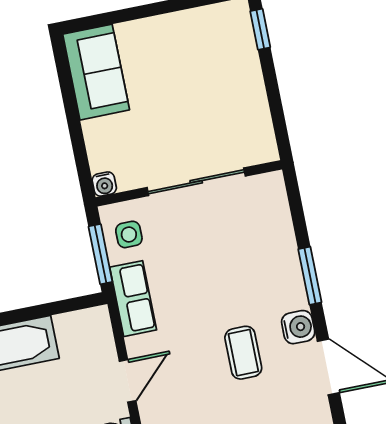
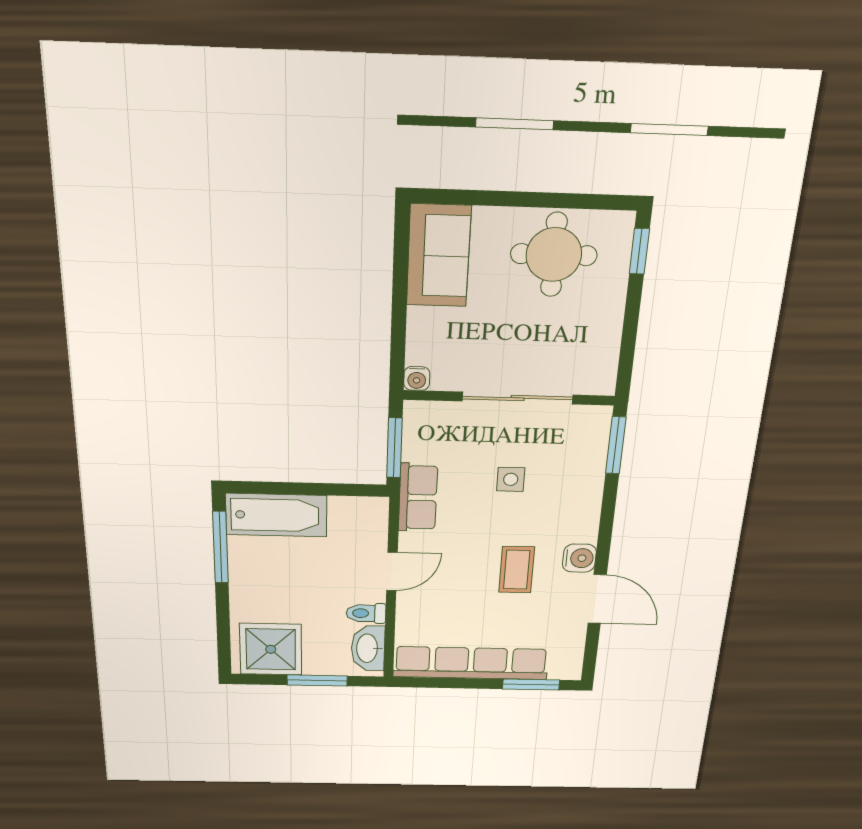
round table: (191, 49) -> (554, 255), added
side table: (129, 234) -> (511, 479), moved
window: (310, 276) -> (616, 445), moved

